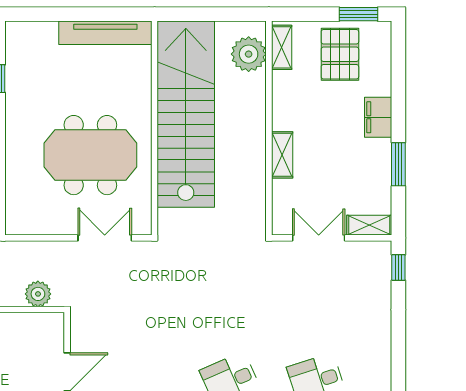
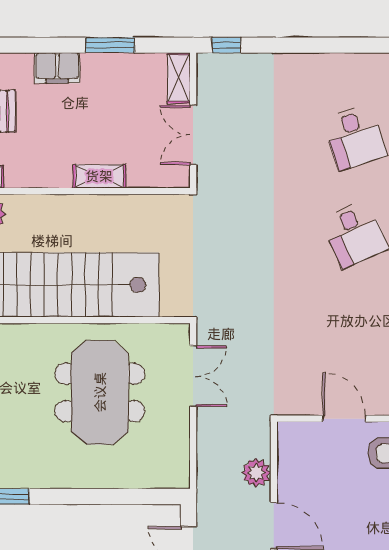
double door: (105, 238) -> (193, 376), swing flipped
plant: (38, 294) -> (256, 473), moved

